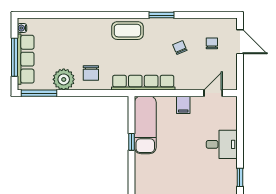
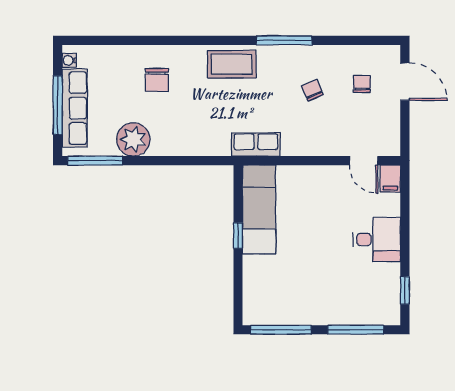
window: (161, 15) -> (284, 40), width x1.44
chair: (91, 73) -> (157, 80), moved
row of seats: (143, 83) -> (256, 145), width x0.50
door: (213, 93) -> (364, 161), swing flipped
filing cabinet: (183, 105) -> (390, 179), moved

